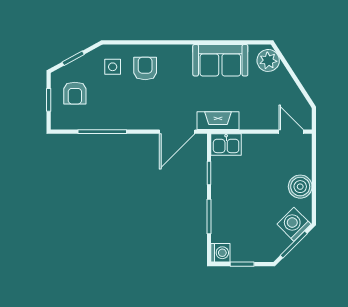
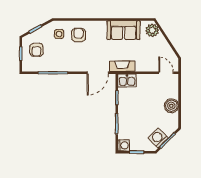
washing machine: (294, 224) -> (158, 138), moved

